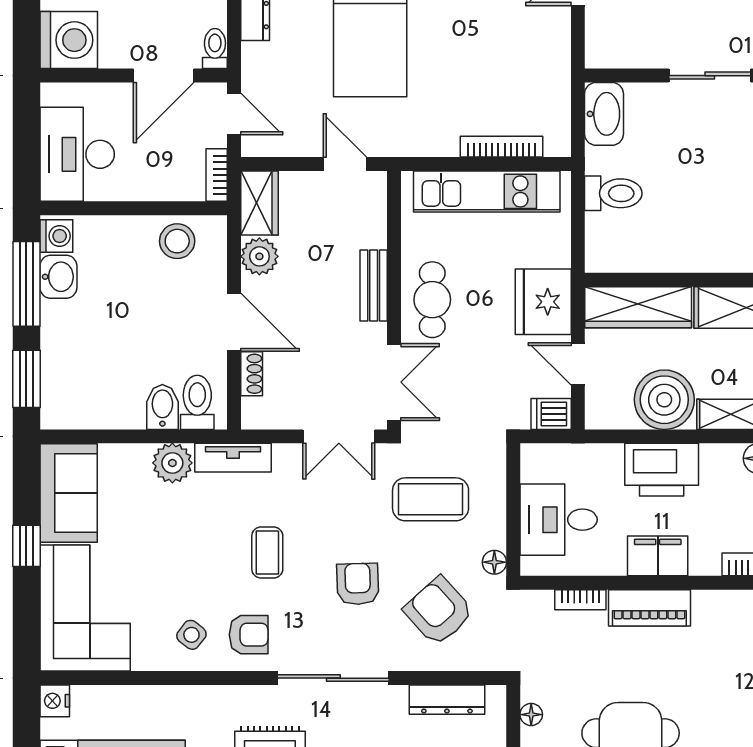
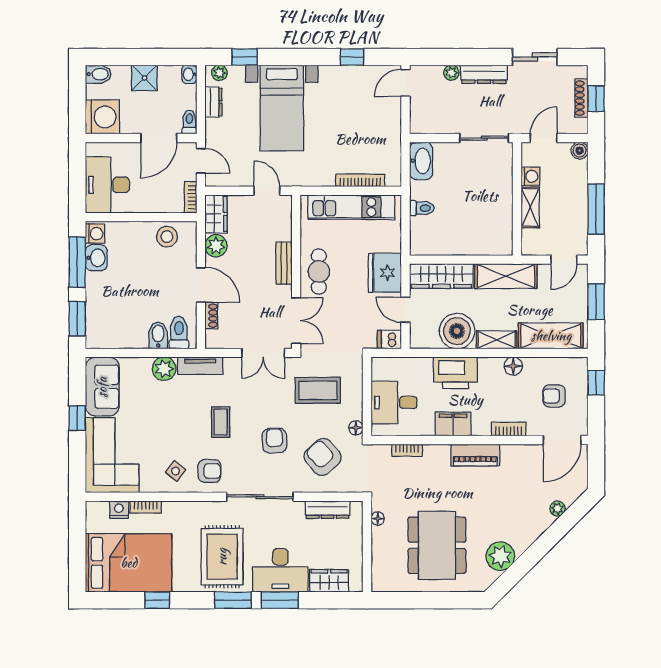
toilet: (613, 193) -> (422, 208), width x0.73, depth x0.72
piano: (649, 608) -> (475, 455), moved
bookcase: (141, 695) -> (146, 507), added
nightstand: (55, 701) -> (119, 510), moved, turned 90

